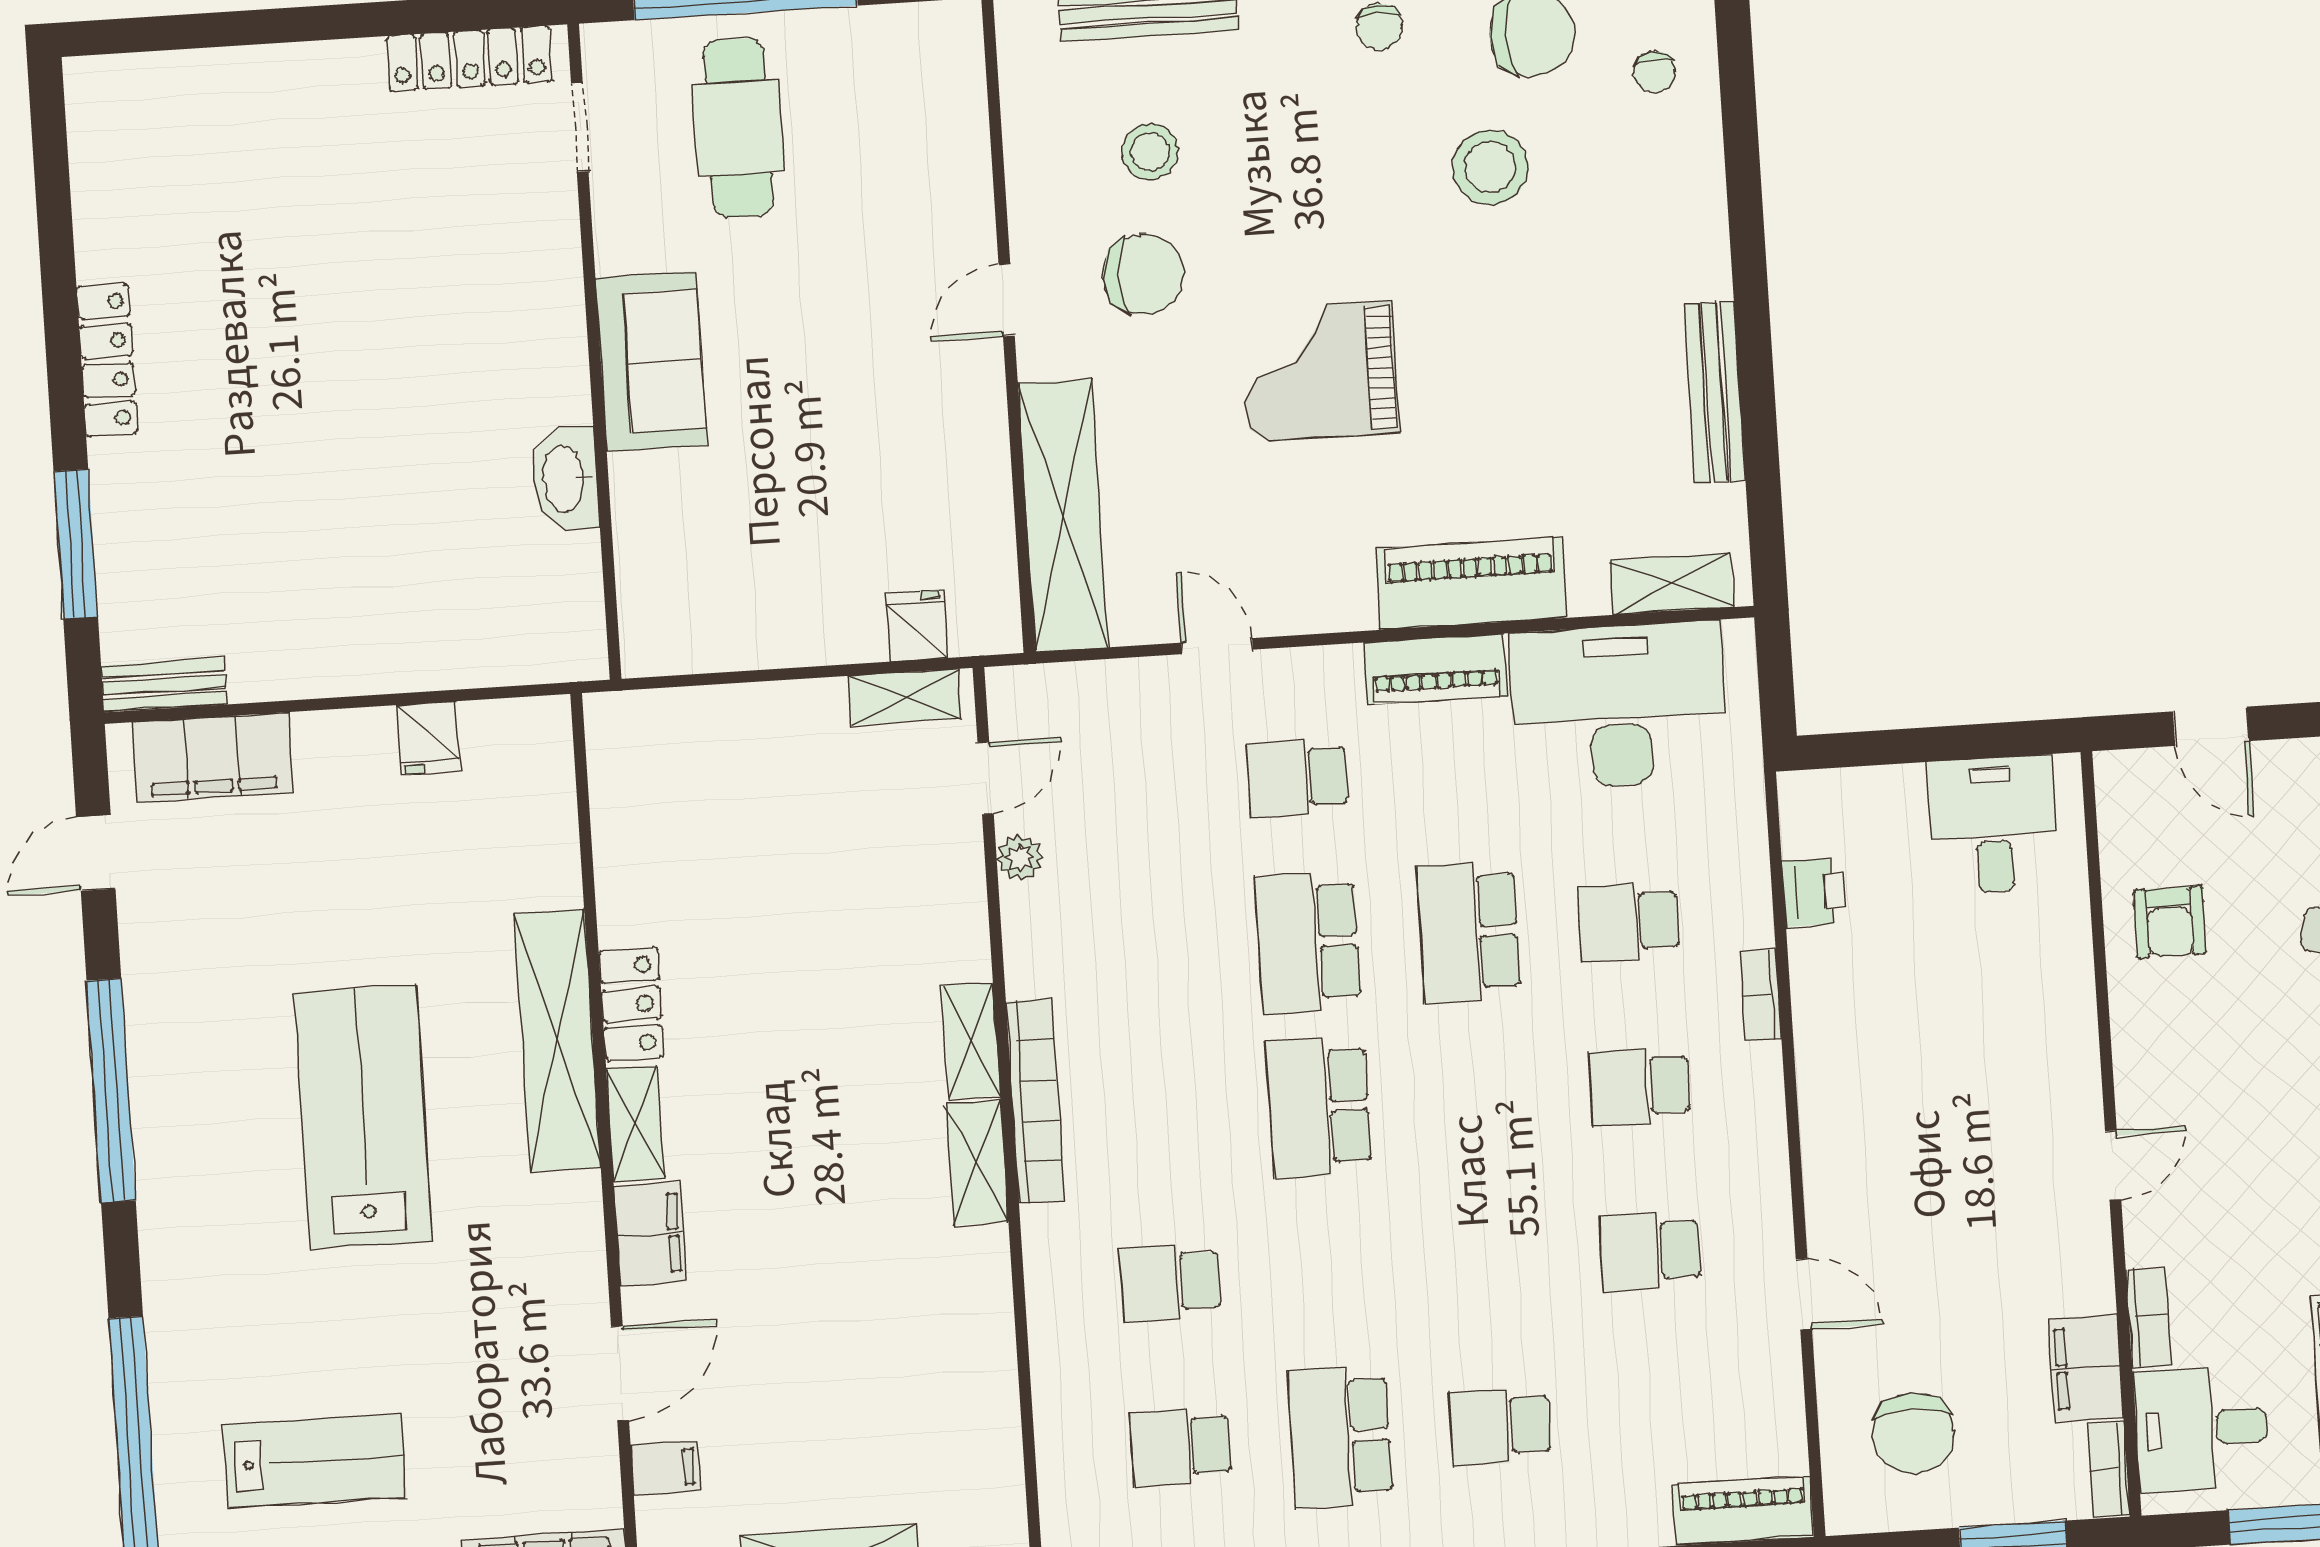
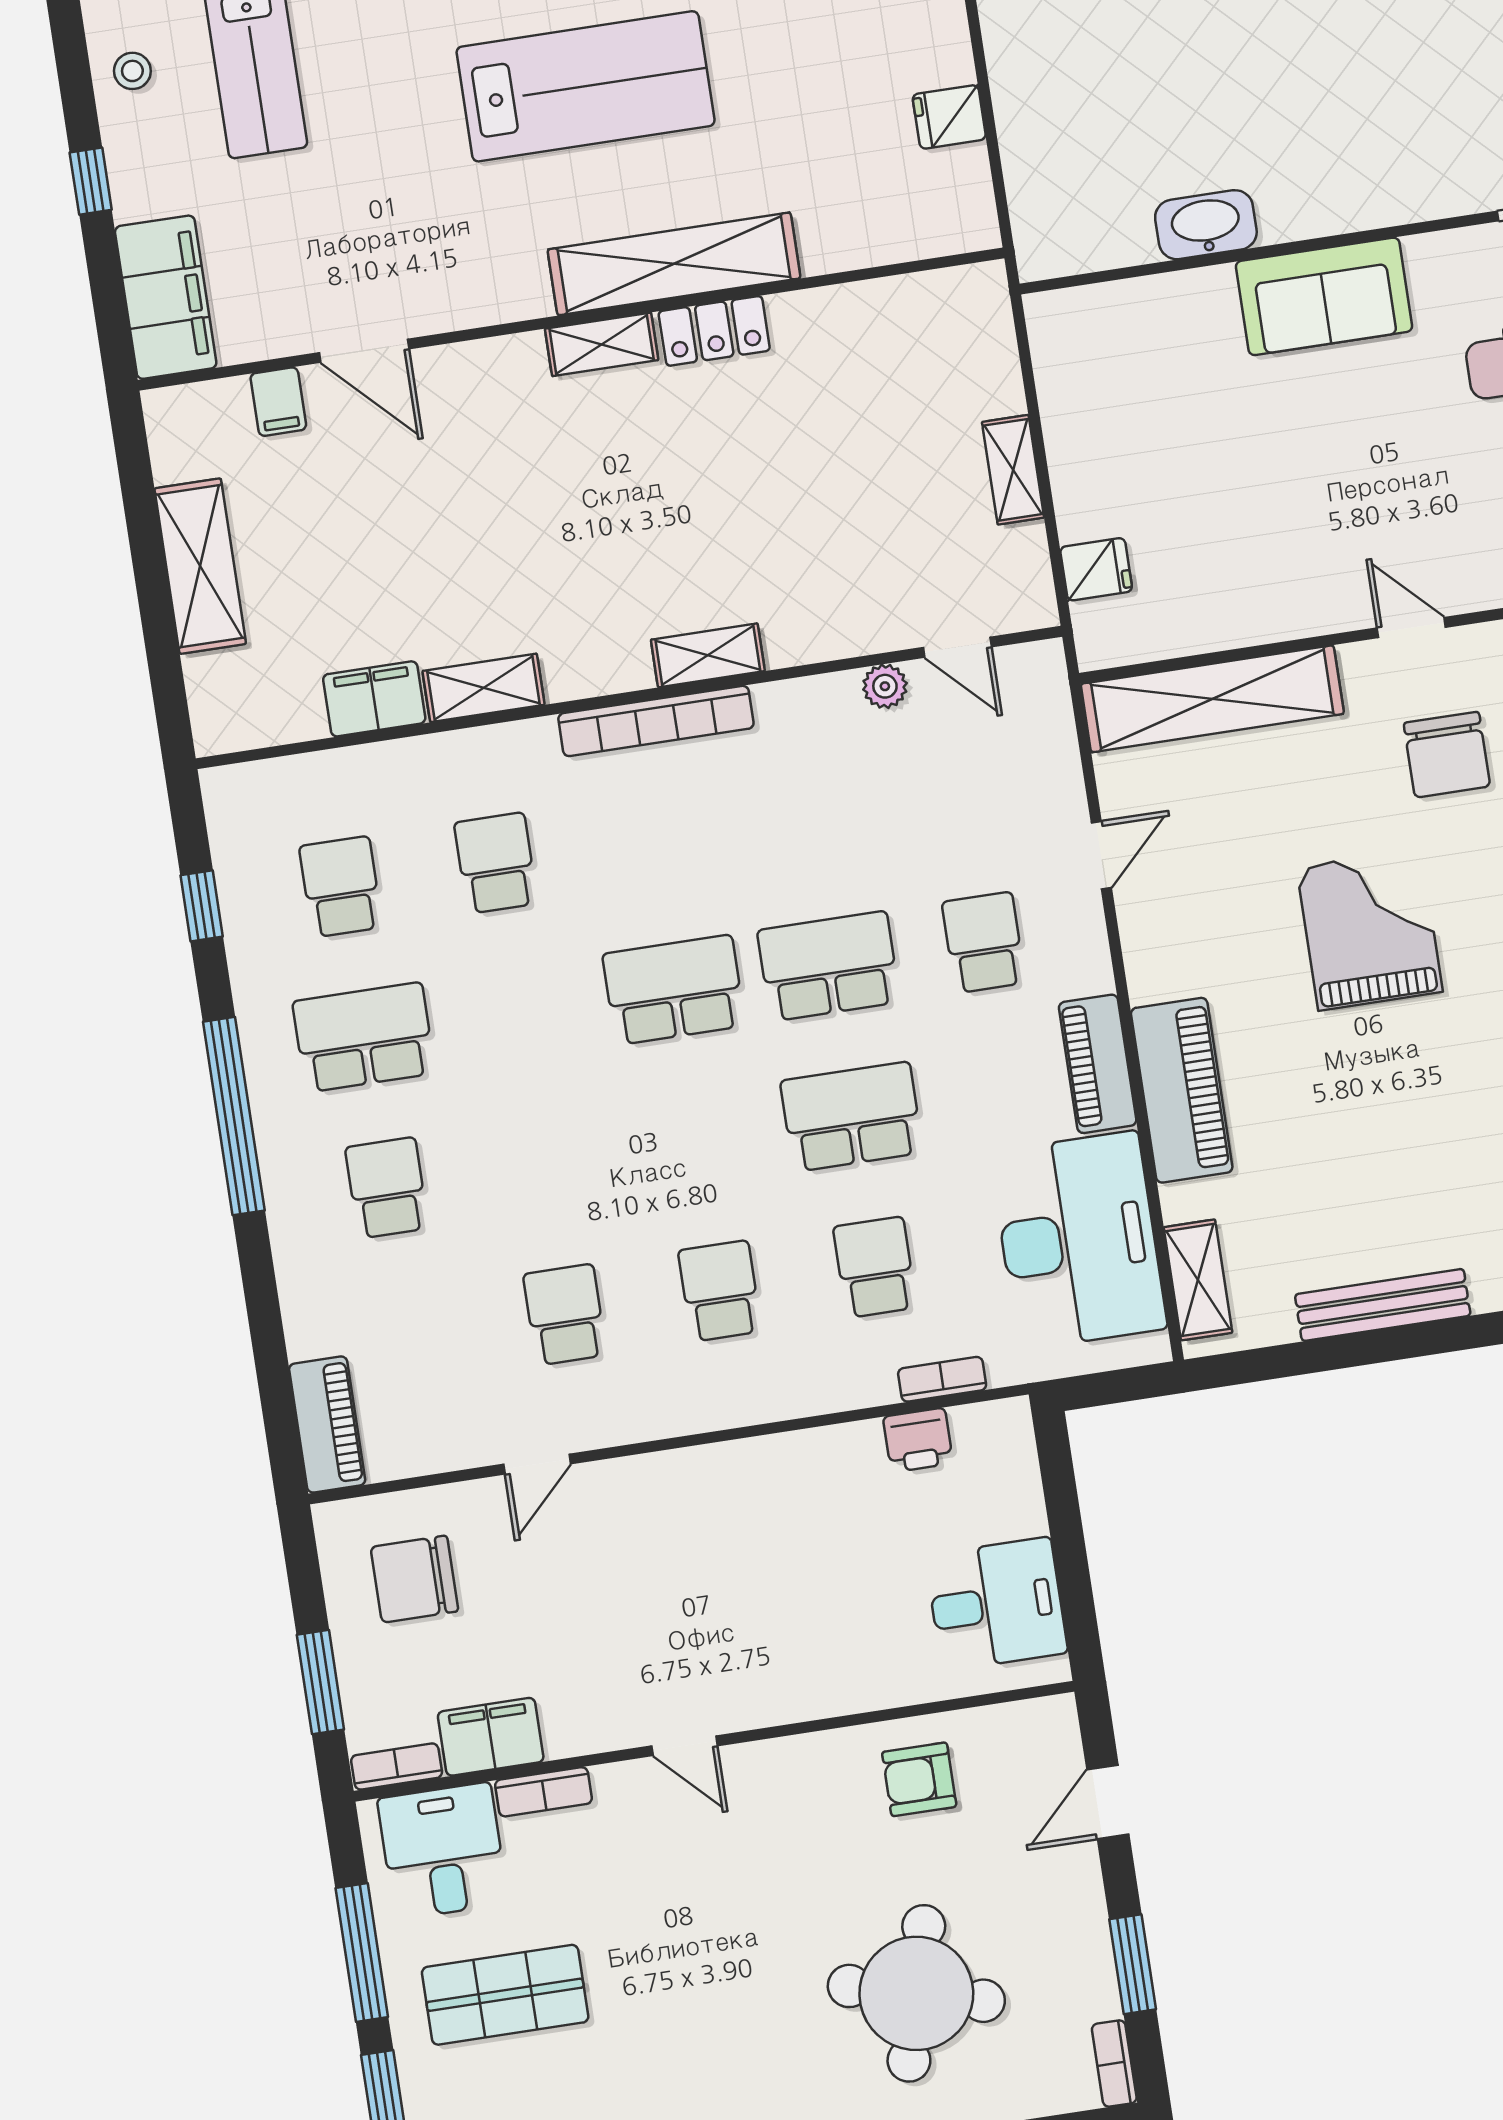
shelving: (905, 697) -> (1013, 470), moved
bookcase: (1761, 995) -> (942, 1379), moved
shelving: (977, 1163) -> (484, 688), moved
filing cabinet: (650, 1234) -> (374, 699), moved, turned 180

